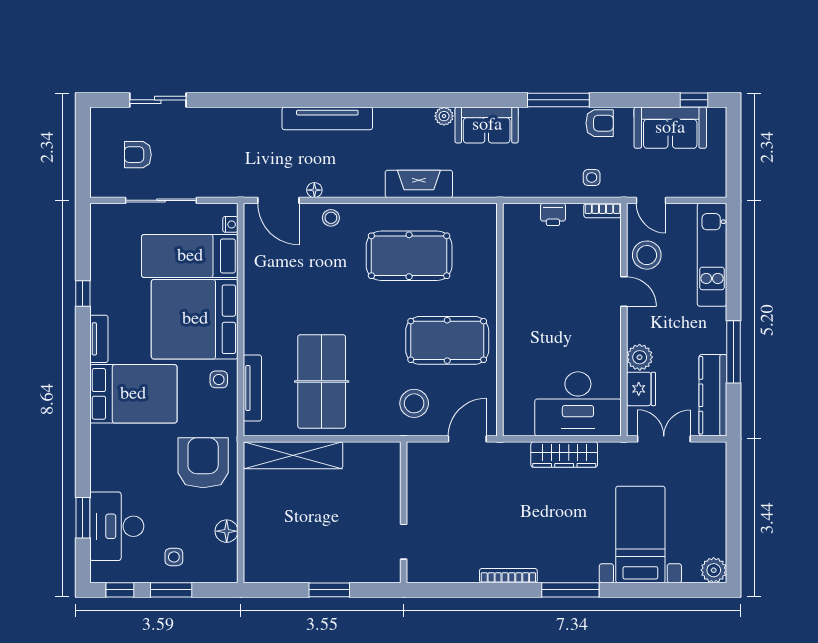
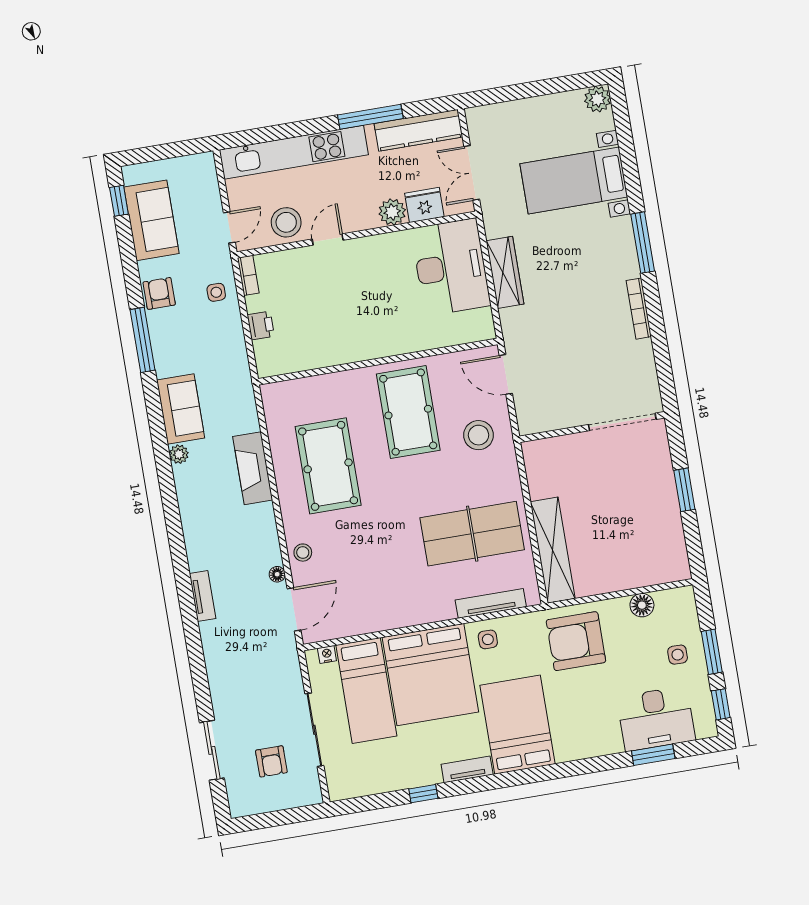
tv unit: (327, 118) -> (203, 596), width x0.52, depth x0.78
kitchen unit: (712, 255) -> (294, 152), width x1.36
doorway: (404, 542) -> (622, 422), width x1.88

